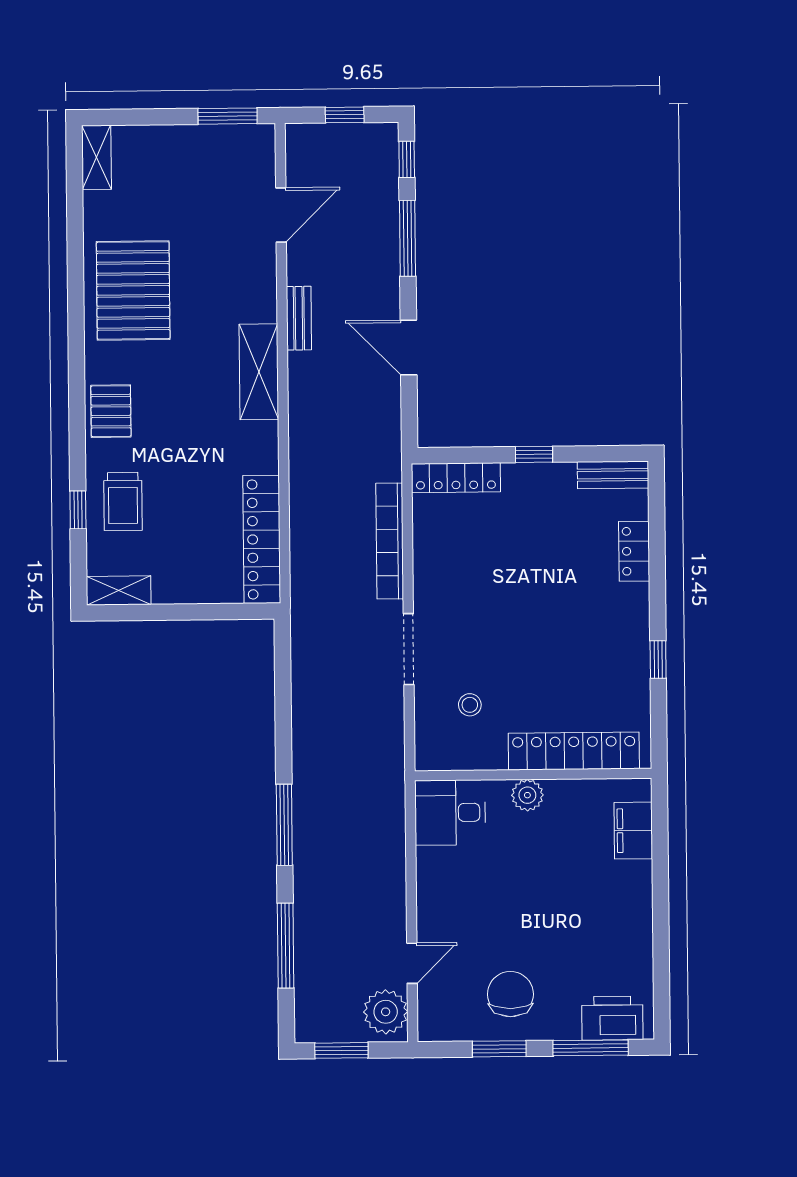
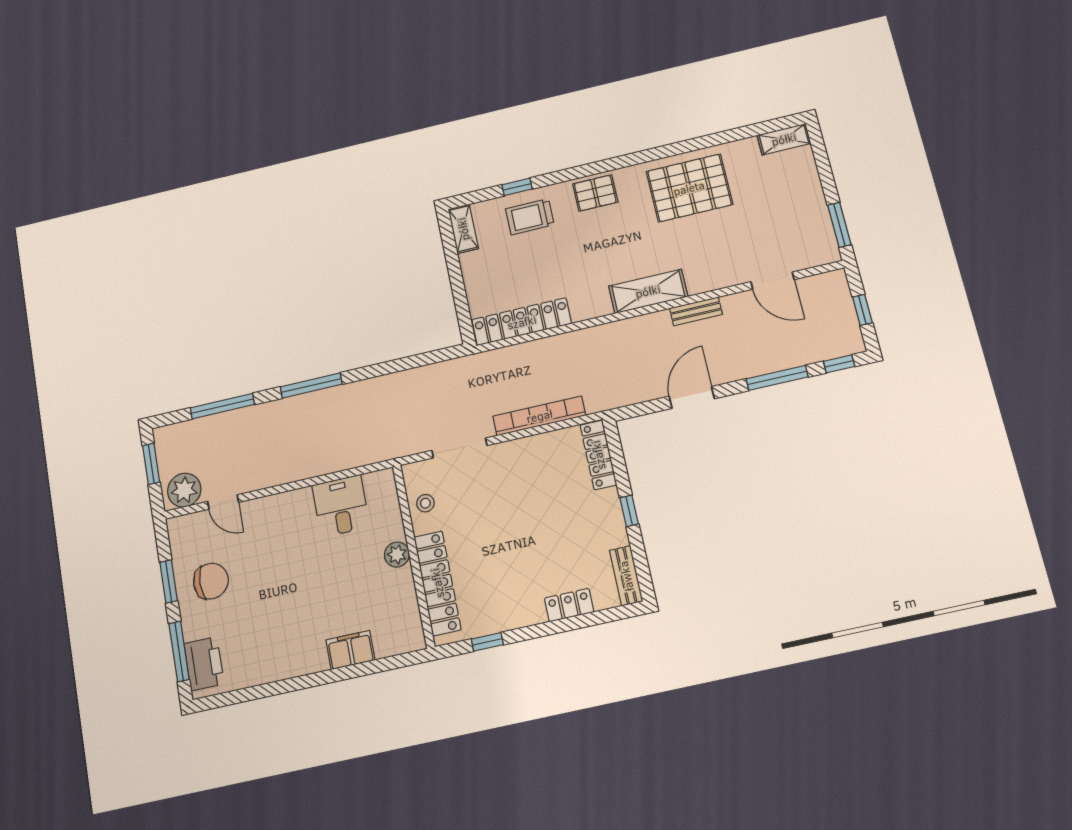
locker: (574, 751) -> (437, 583), moved
wall: (533, 775) -> (414, 556), moved
plant: (527, 795) -> (397, 555), moved

